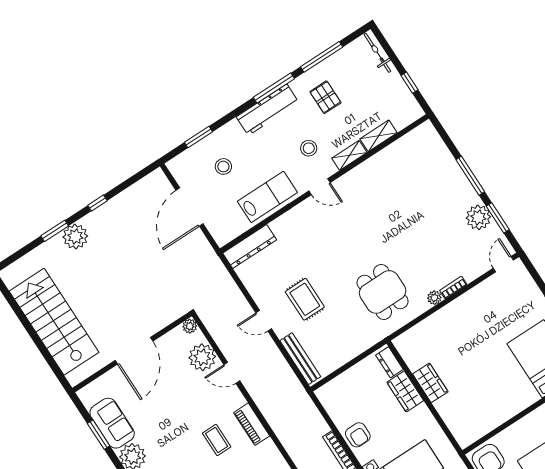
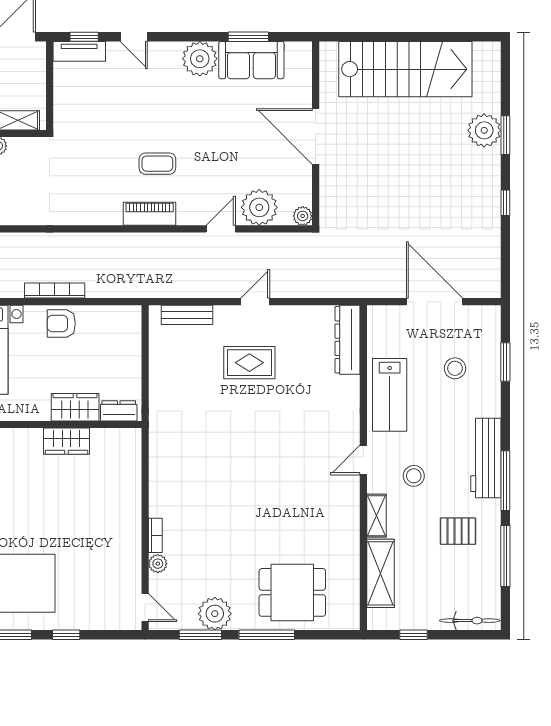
shelving: (378, 136) -> (380, 573), width x1.50, depth x1.33
plant: (75, 237) -> (484, 130), moved
dining table: (383, 292) -> (292, 592), moved
plant: (434, 298) -> (158, 564), moved
bench: (300, 359) -> (187, 315), width x0.73

